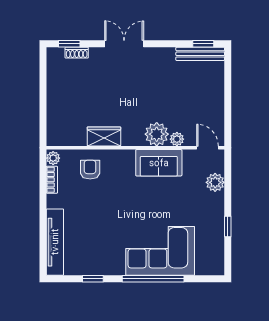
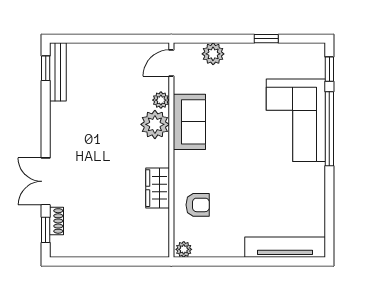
double door: (124, 44) -> (46, 181), moved
armchair: (90, 170) -> (198, 205), turned 180
bookcase: (52, 180) -> (210, 251), removed
window: (93, 279) -> (329, 69), moved

